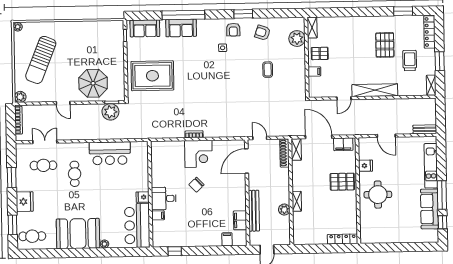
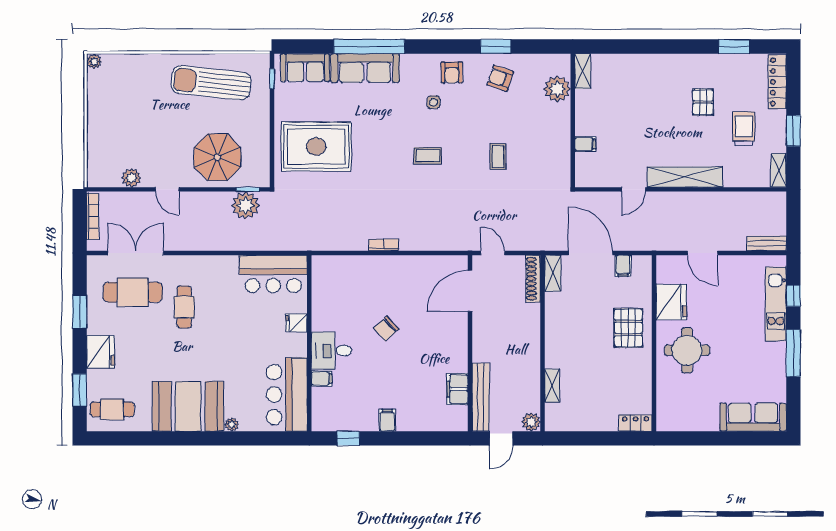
window: (243, 14) -> (496, 46), moved
sofa: (181, 28) -> (365, 68), width x1.36
pallet: (385, 45) -> (703, 102), width x0.67, depth x0.71
pallet: (320, 53) -> (595, 114), removed
sun lounger: (41, 60) -> (211, 83), moved, turned 74
coffee table: (268, 70) -> (498, 157), moved
coffee table: (220, 80) -> (428, 156), added
plant: (20, 97) -> (131, 178), moved
double door: (45, 142) -> (136, 253), width x1.37
filing cabinet: (343, 144) -> (623, 266), width x0.50
bar counter: (110, 153) -> (273, 274), moved
corner desk: (198, 154) -> (390, 278), removed
cafe table: (43, 165) -> (133, 292), width x1.37, depth x1.35
fridge: (366, 166) -> (671, 302), width x1.88, depth x1.34
pallet: (342, 182) -> (628, 328), turned 90
fridge: (143, 197) -> (296, 323), moved
shelving: (297, 201) -> (552, 386), moved
sofa: (429, 209) -> (753, 417), moved, turned 90
plant: (284, 210) -> (531, 422), moved
bench: (254, 211) -> (481, 397), moved
window: (442, 222) -> (793, 296), moved
filing cabinet: (227, 239) -> (387, 420), moved
locker: (342, 239) -> (636, 423), width x0.66

